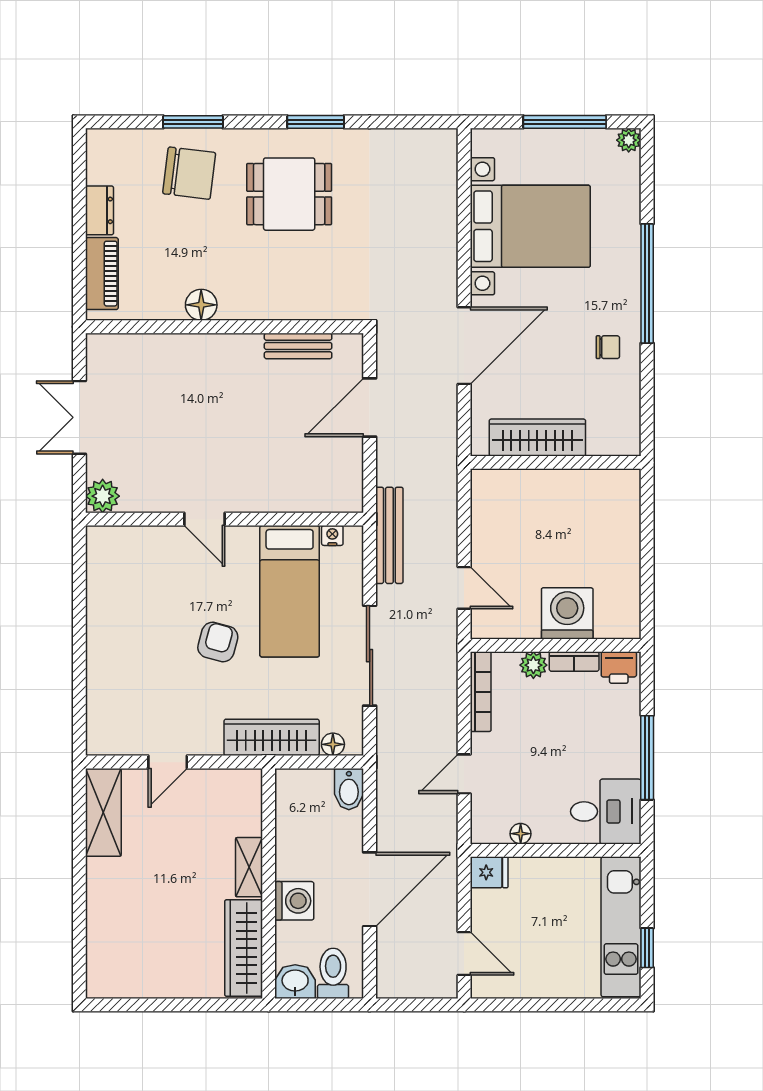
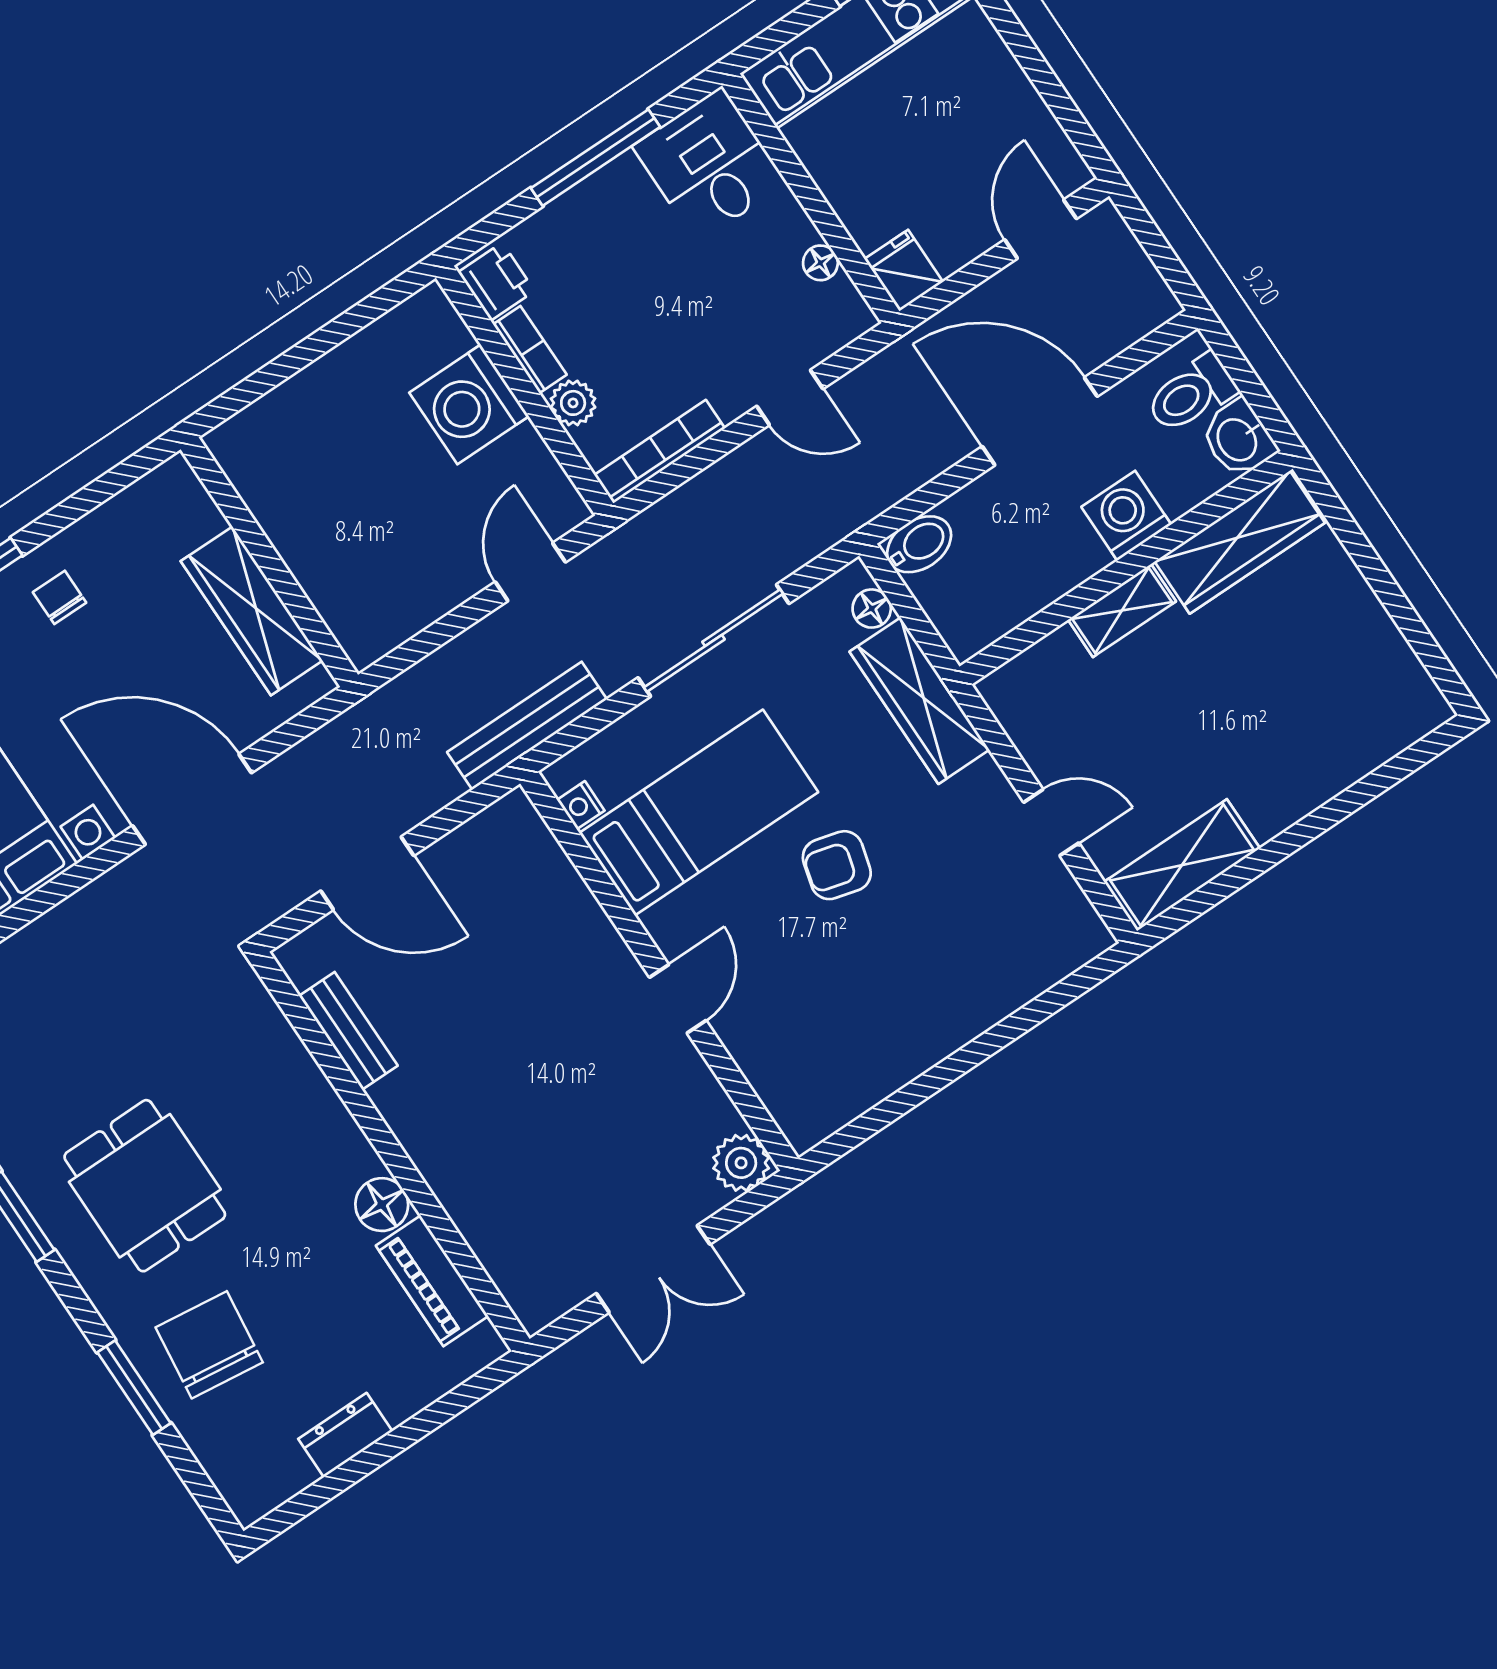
piano: (102, 274) -> (432, 1281), moved, turned -90

